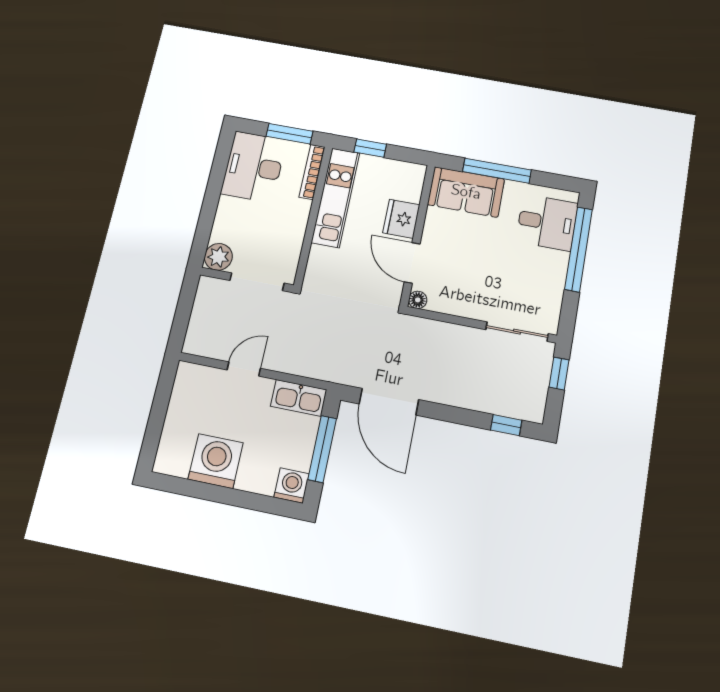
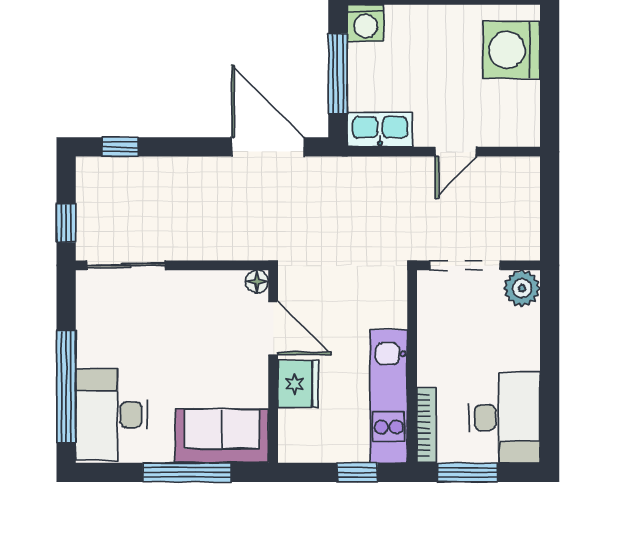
desk: (547, 222) -> (112, 415), width x1.37
washing machine: (216, 461) -> (512, 50), moved, turned 90

